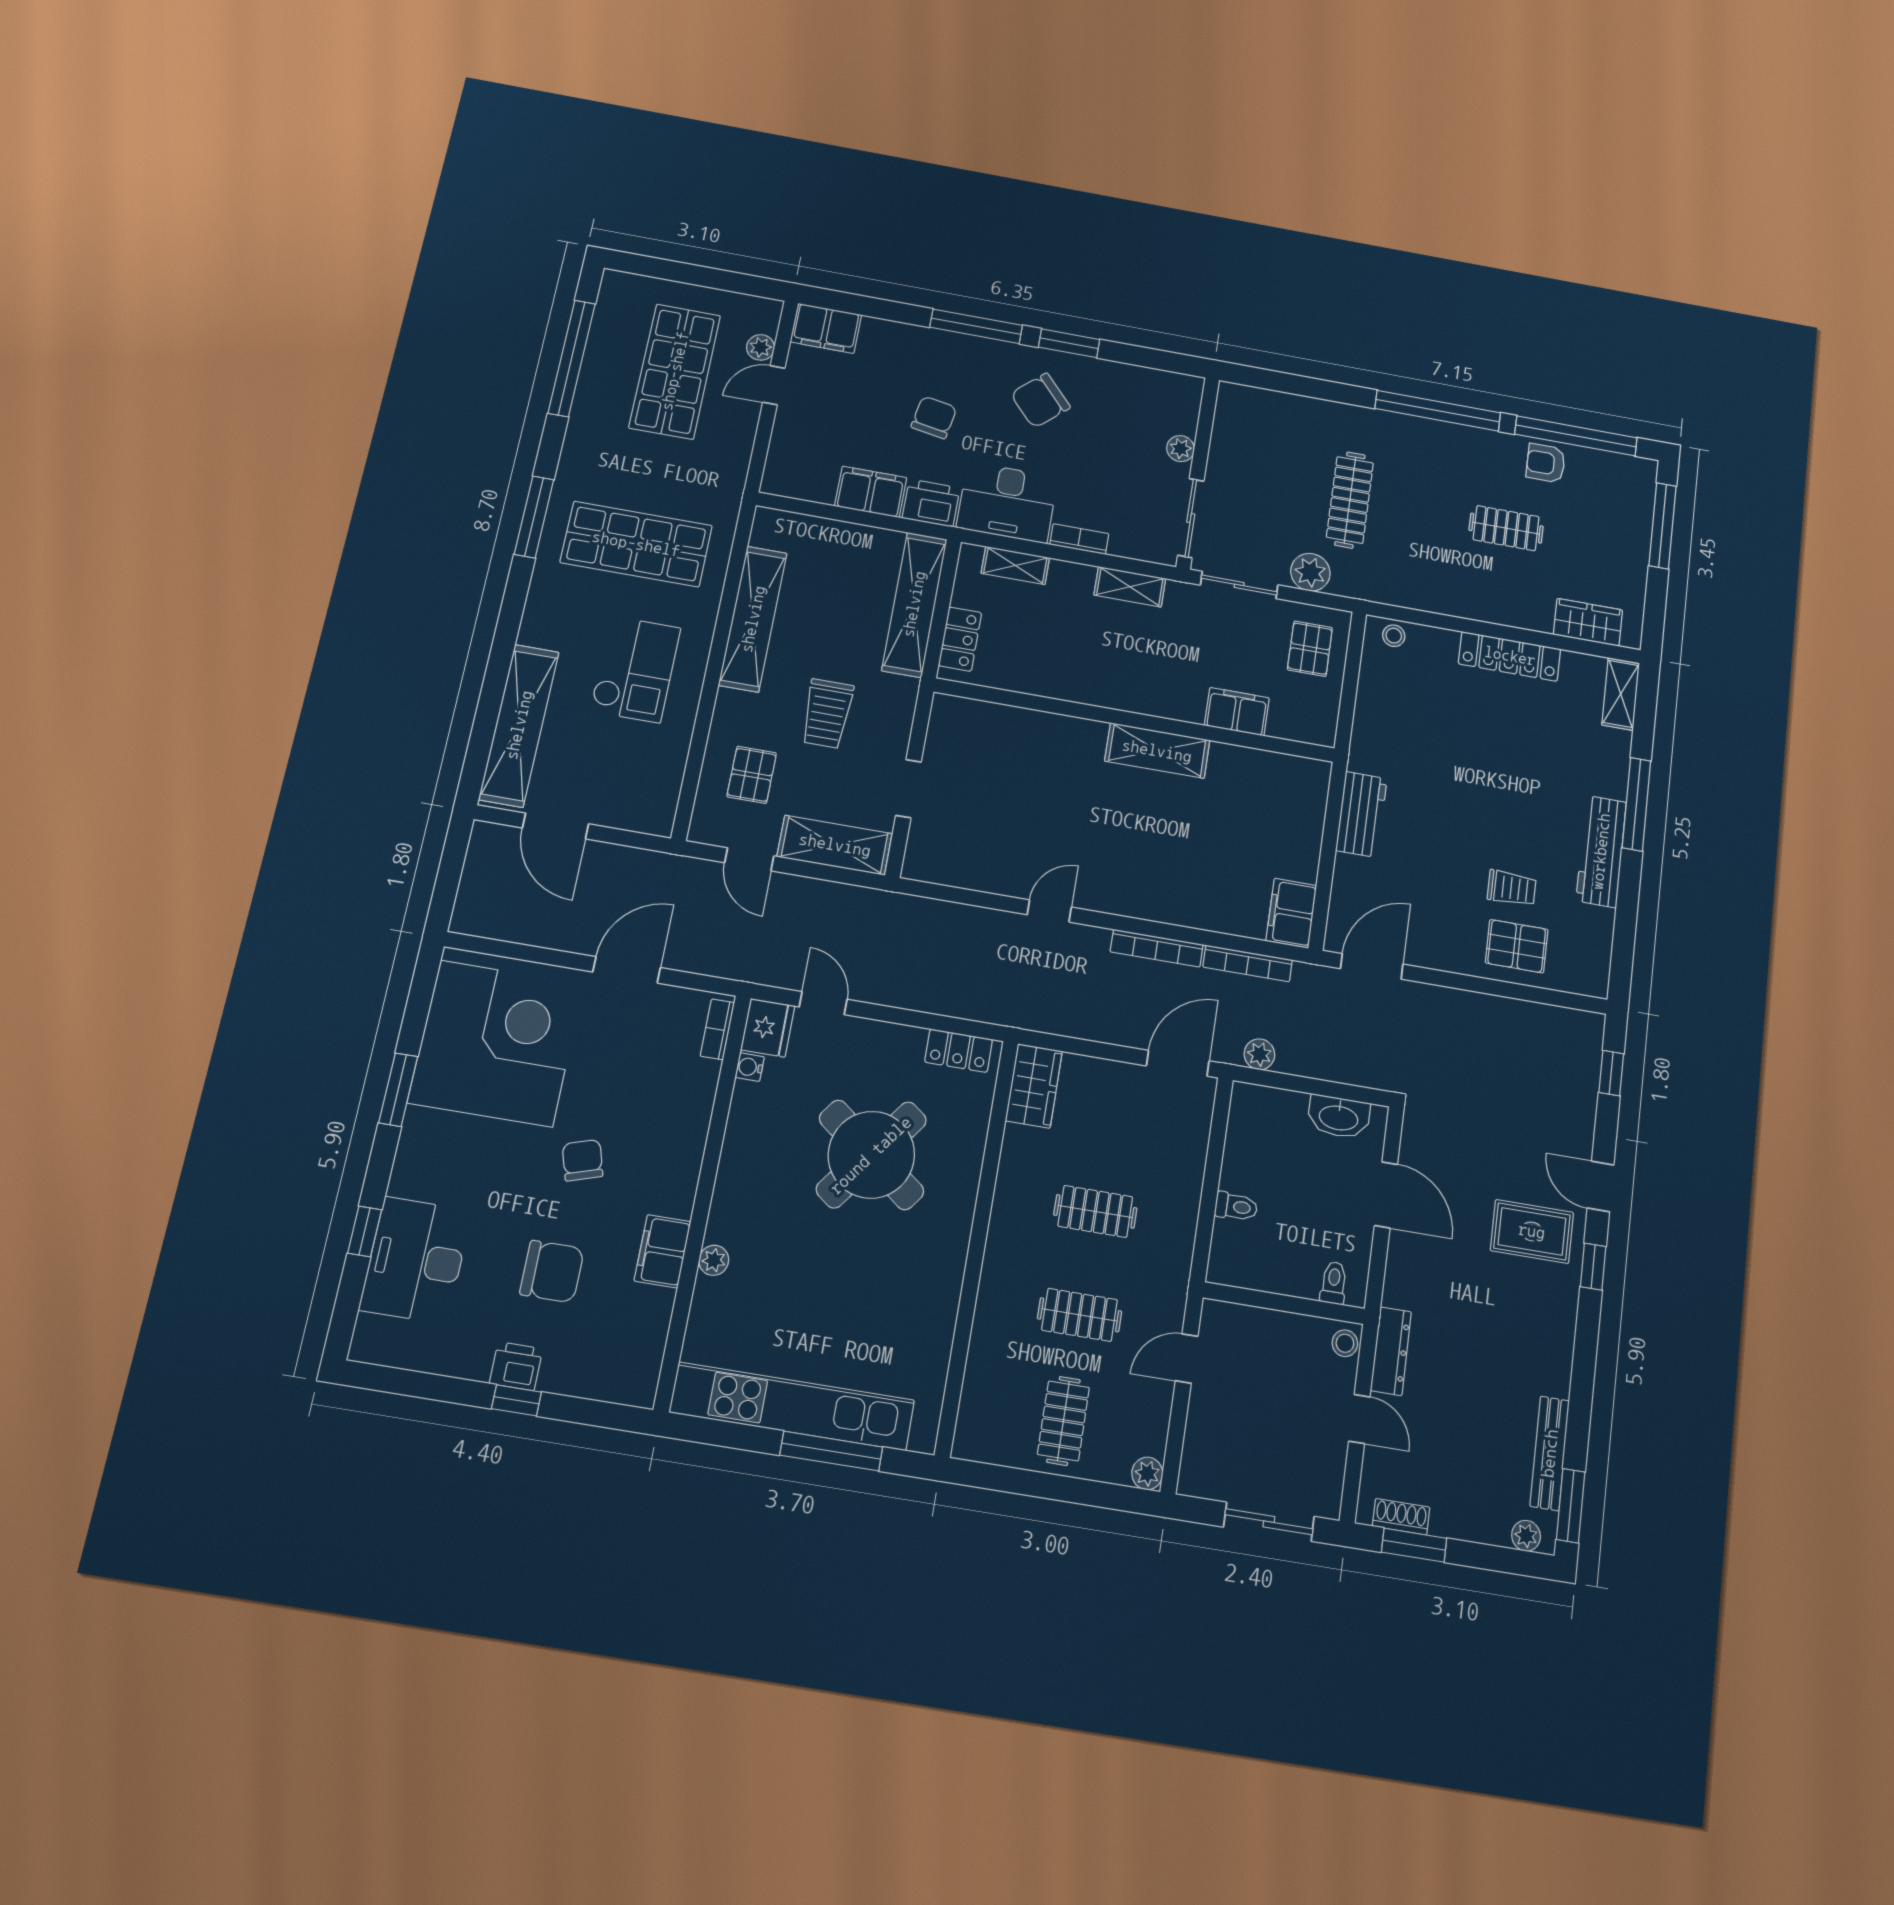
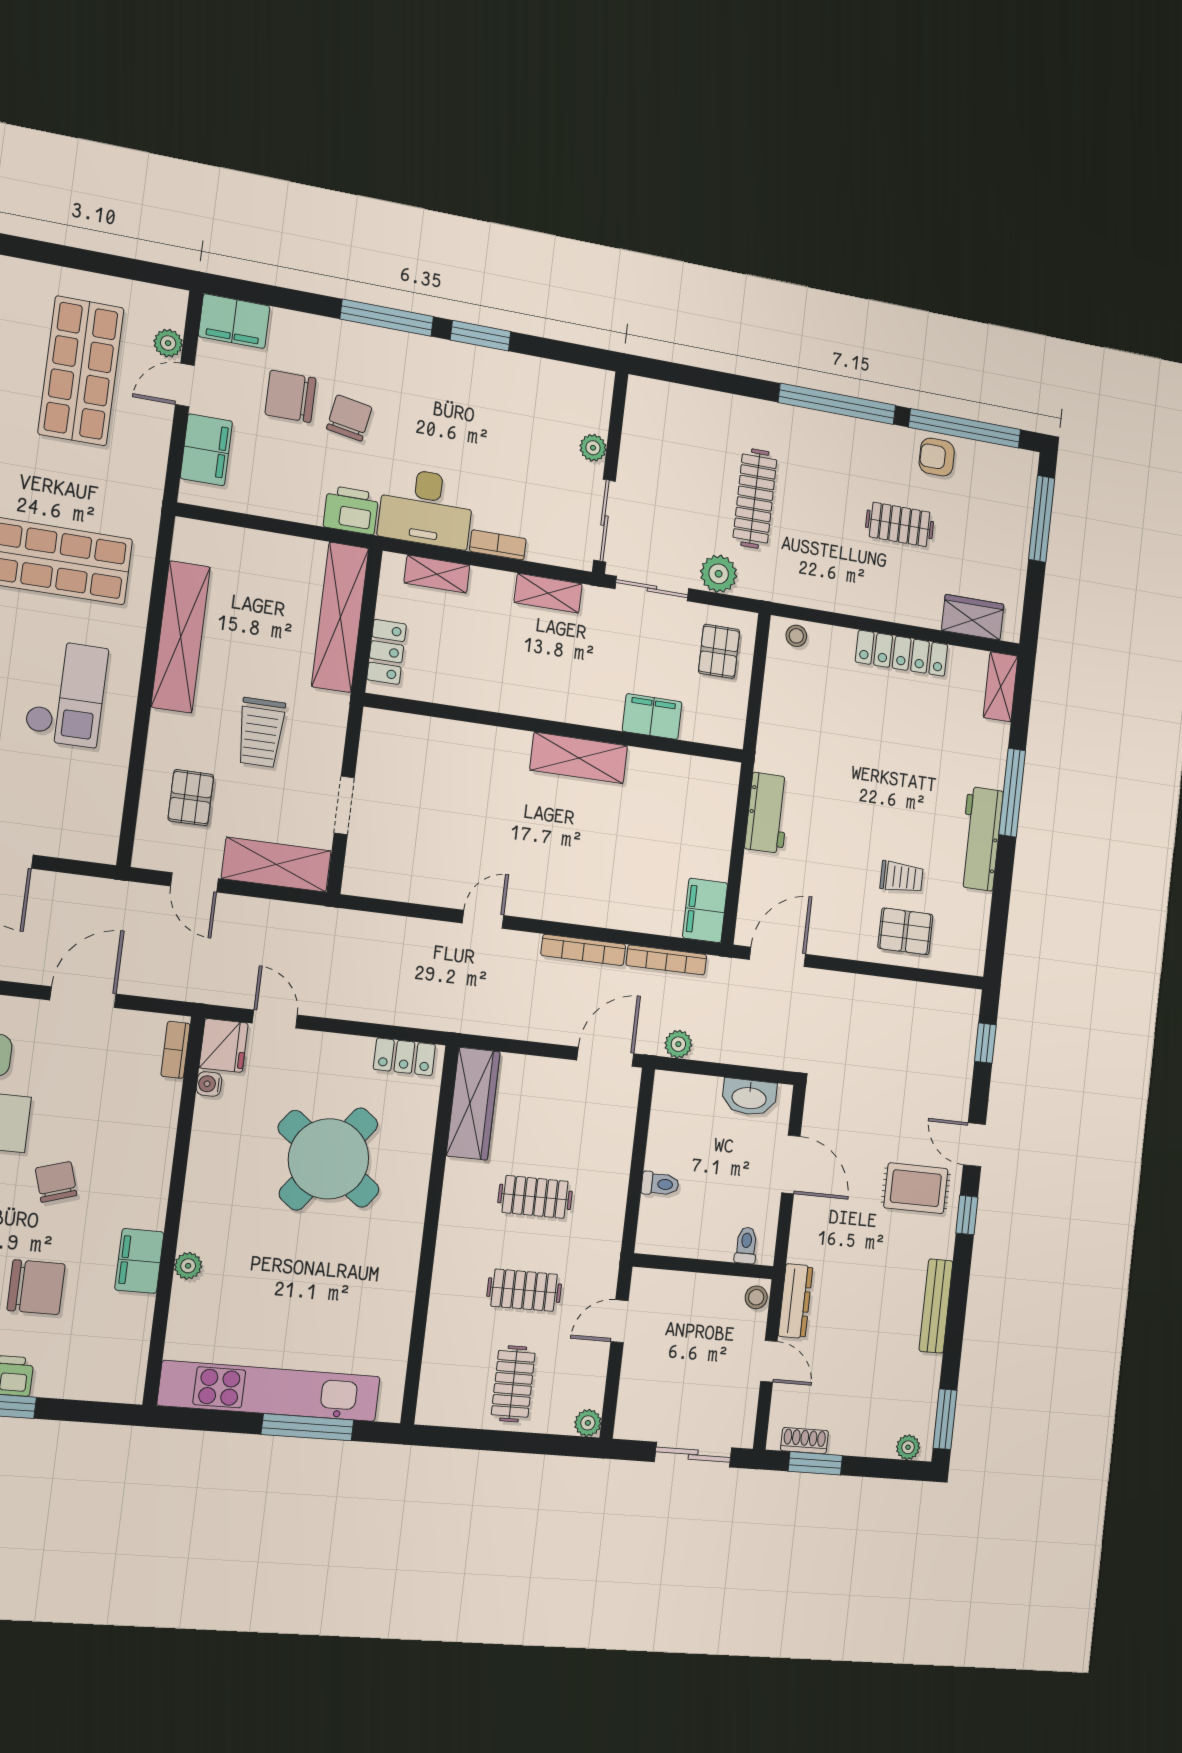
chair: (1040, 400) -> (291, 396), moved, turned 42
filing cabinet: (871, 492) -> (206, 450), moved, turned 90
wardrobe: (1034, 1086) -> (473, 1104), width x1.50
bench: (1550, 1453) -> (936, 1306), moved

